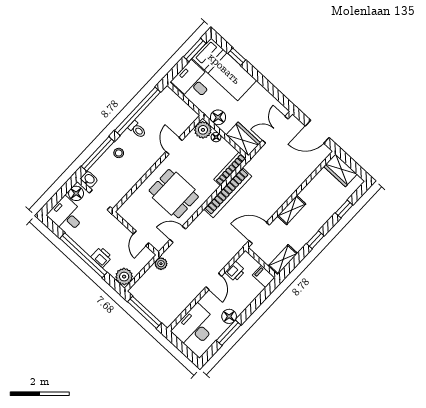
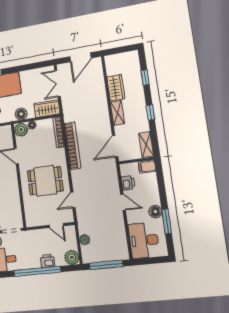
wardrobe: (340, 170) -> (116, 88), moved, turned -90
plant: (161, 264) -> (85, 240), moved

